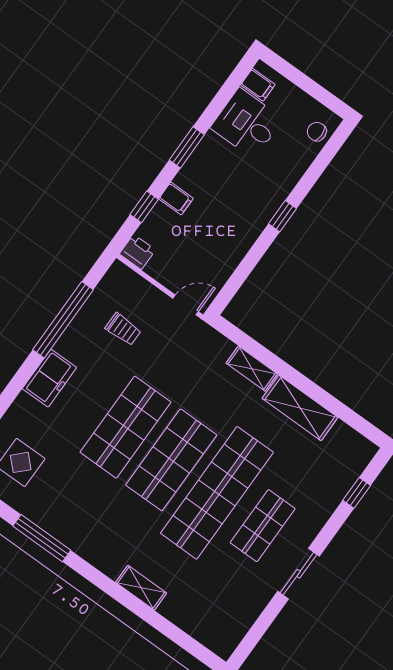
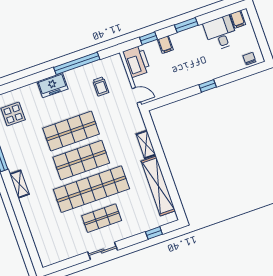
printer: (137, 252) -> (137, 61), width x1.87, depth x1.48
shelving: (300, 408) -> (158, 186), width x1.47
shelving: (141, 588) -> (19, 184), moved

